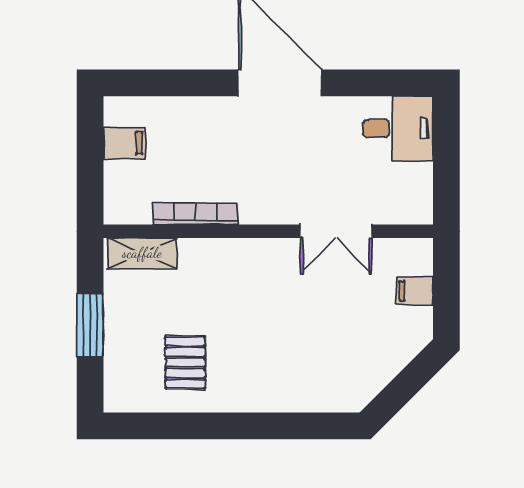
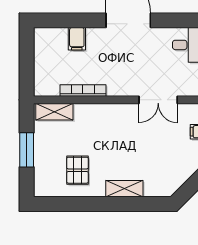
filing cabinet: (124, 143) -> (77, 39), moved, turned 90
shelving: (273, 397) -> (124, 189), added

